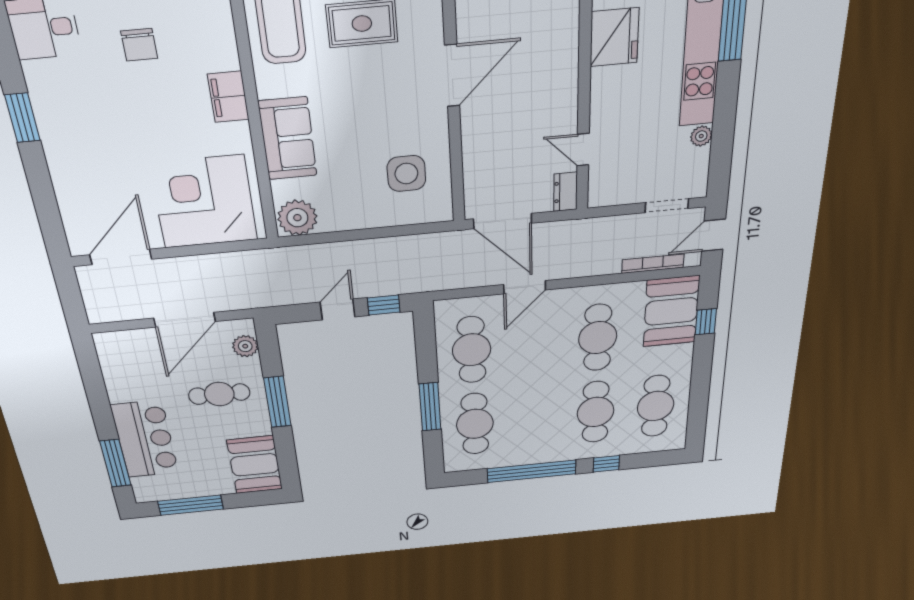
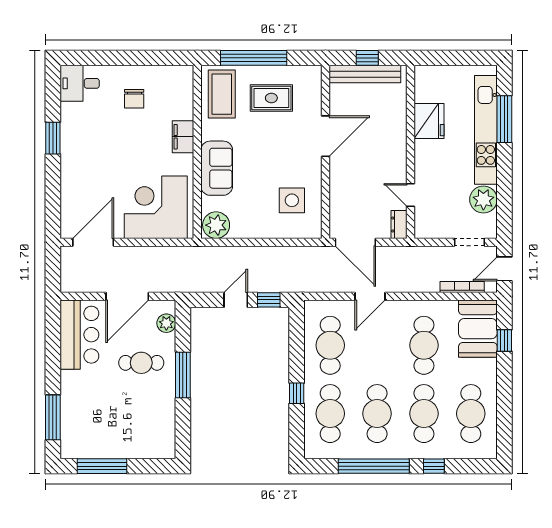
plant: (701, 136) -> (483, 200), width x1.87, depth x1.87
window: (430, 407) -> (297, 393), width x0.46
cafe table: (535, 418) -> (377, 414), added
bar counter: (145, 439) -> (79, 335), moved
booth: (255, 465) -> (158, 432), removed

